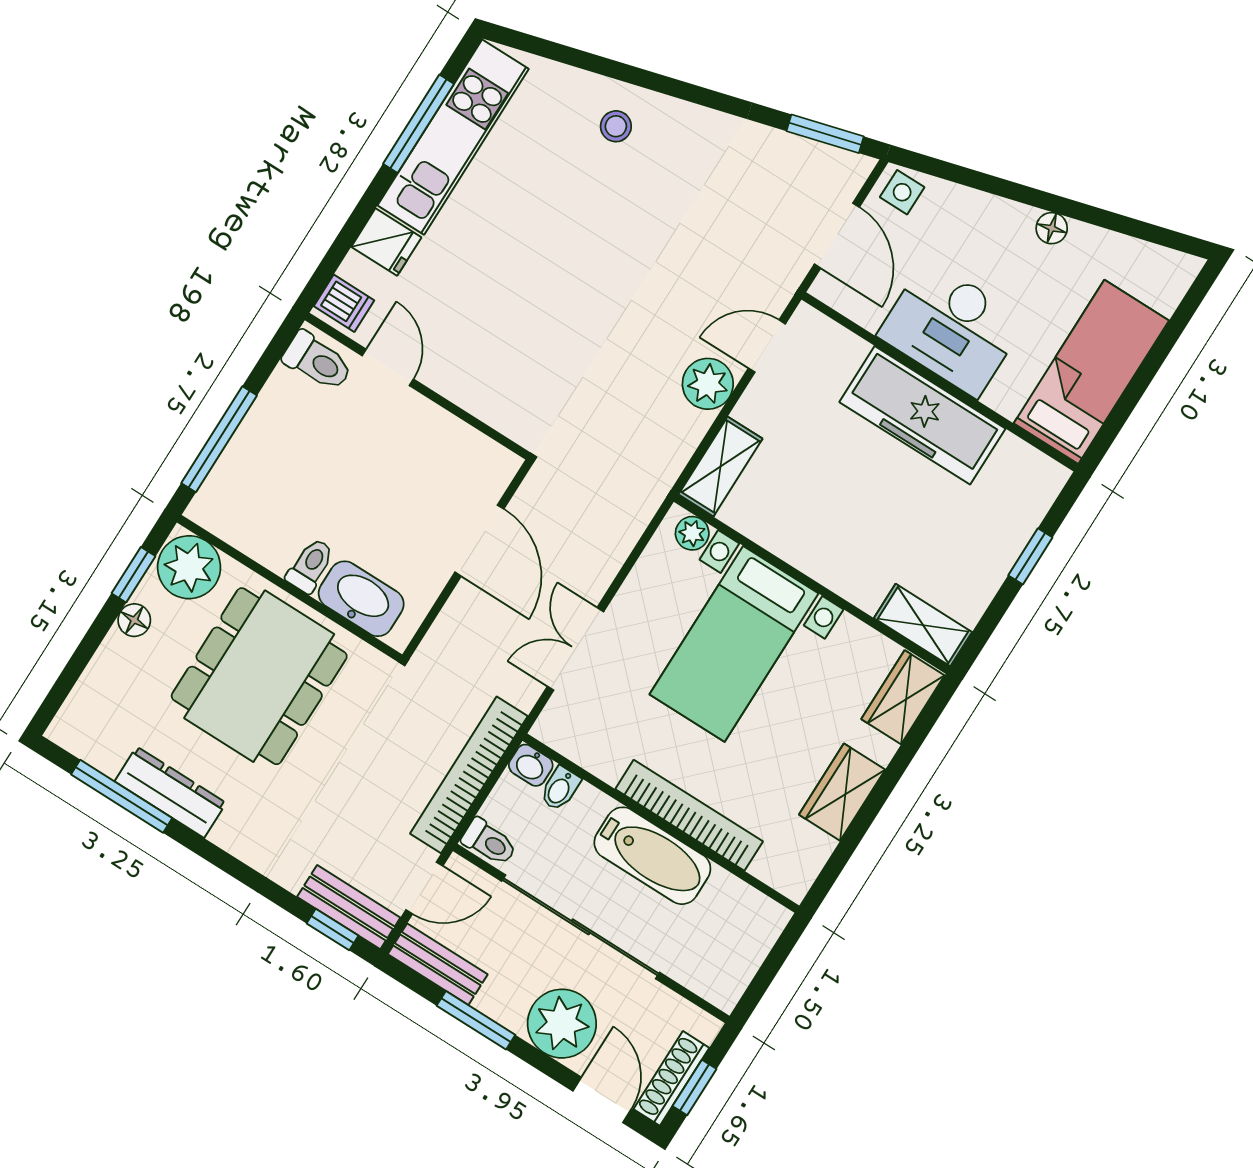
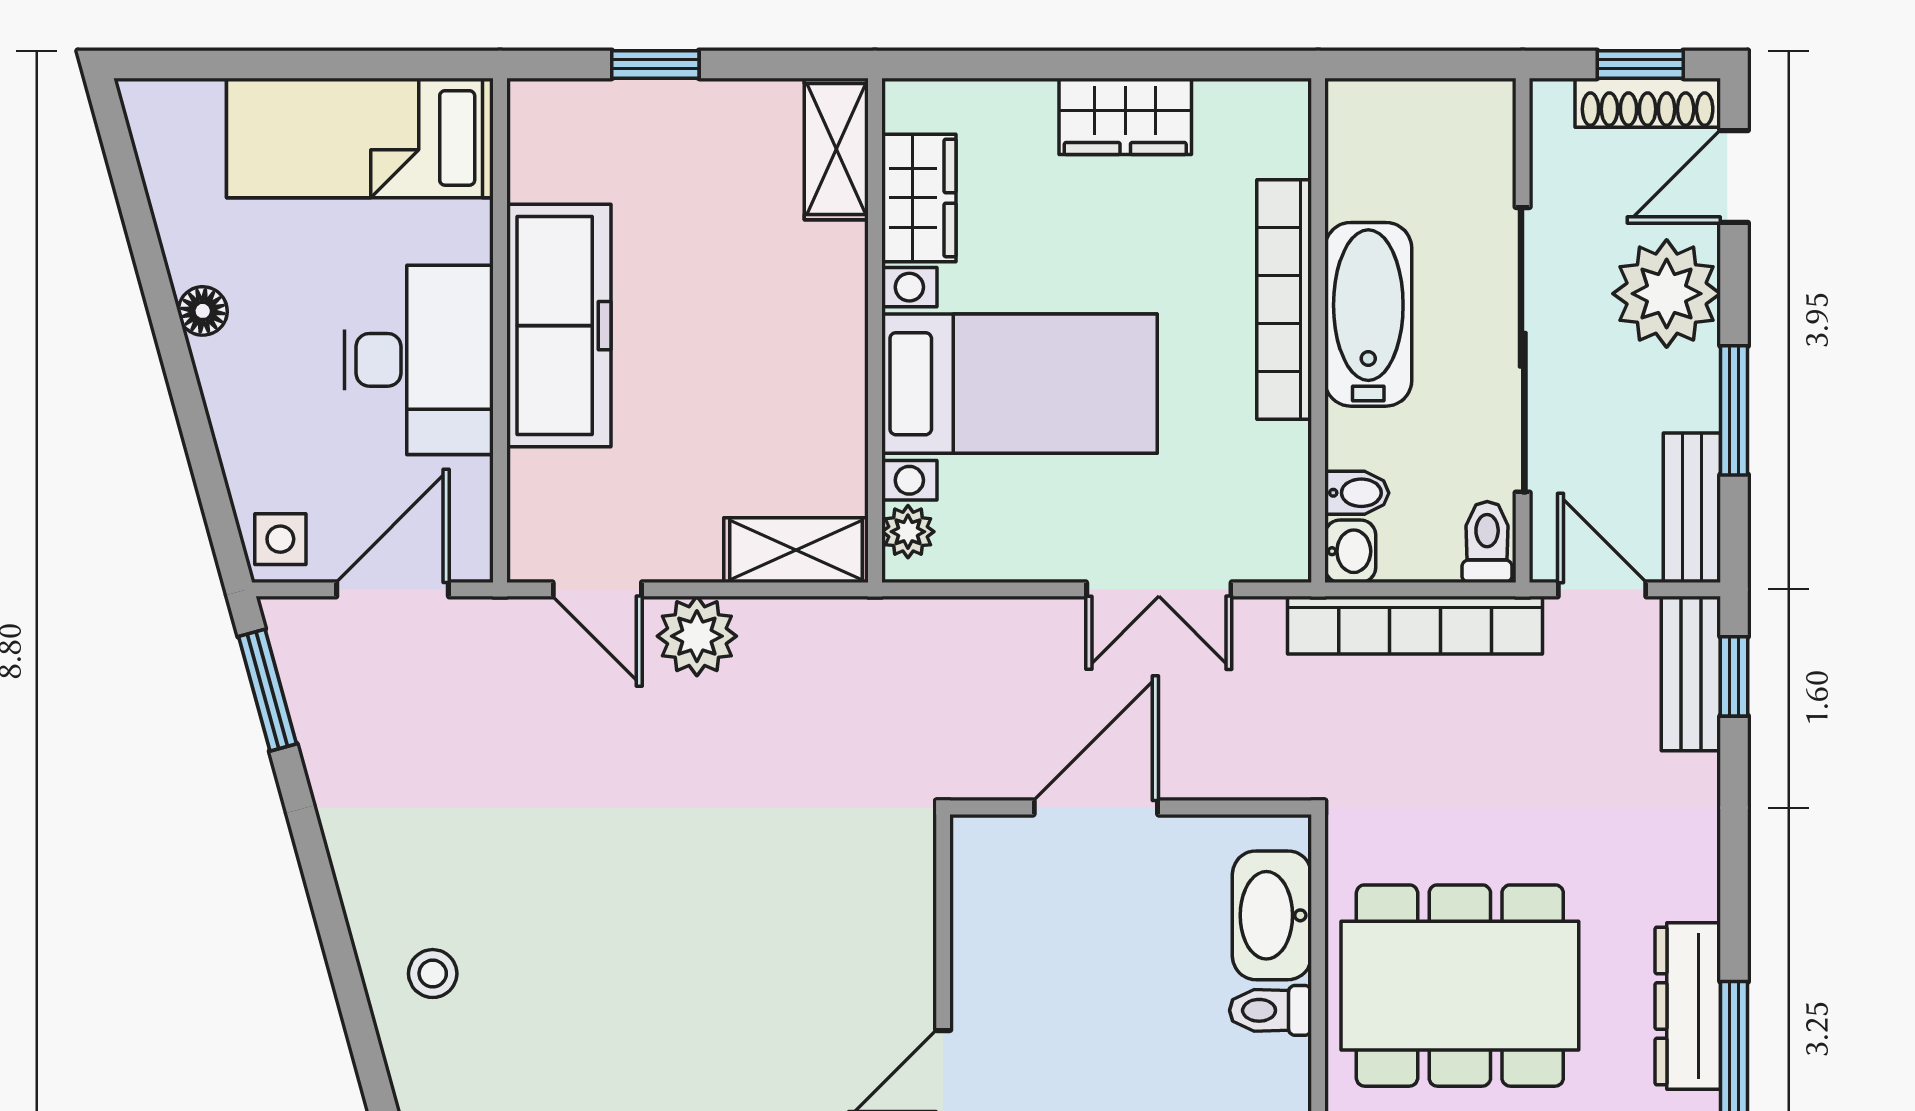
wardrobe: (903, 697) -> (919, 198), moved, turned -90

